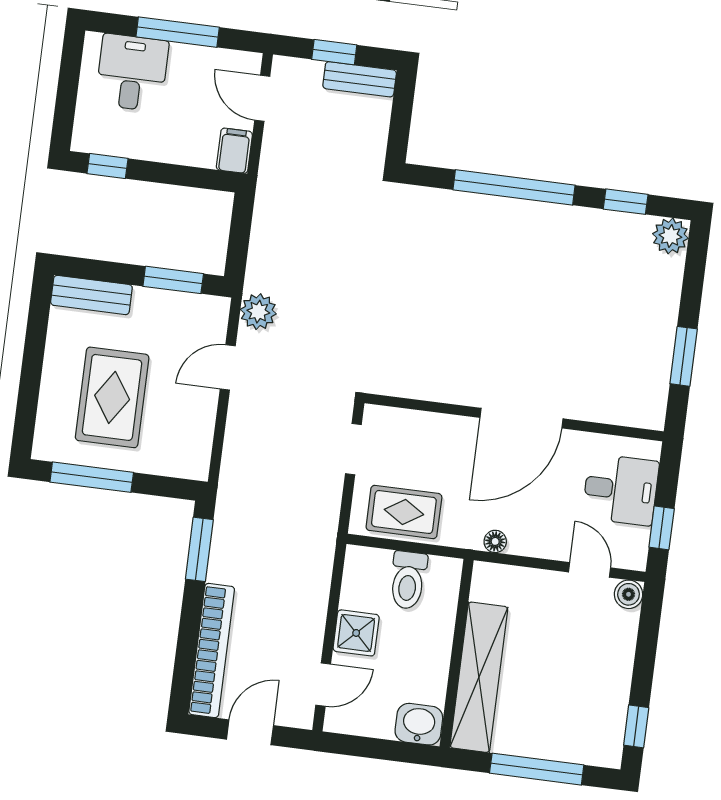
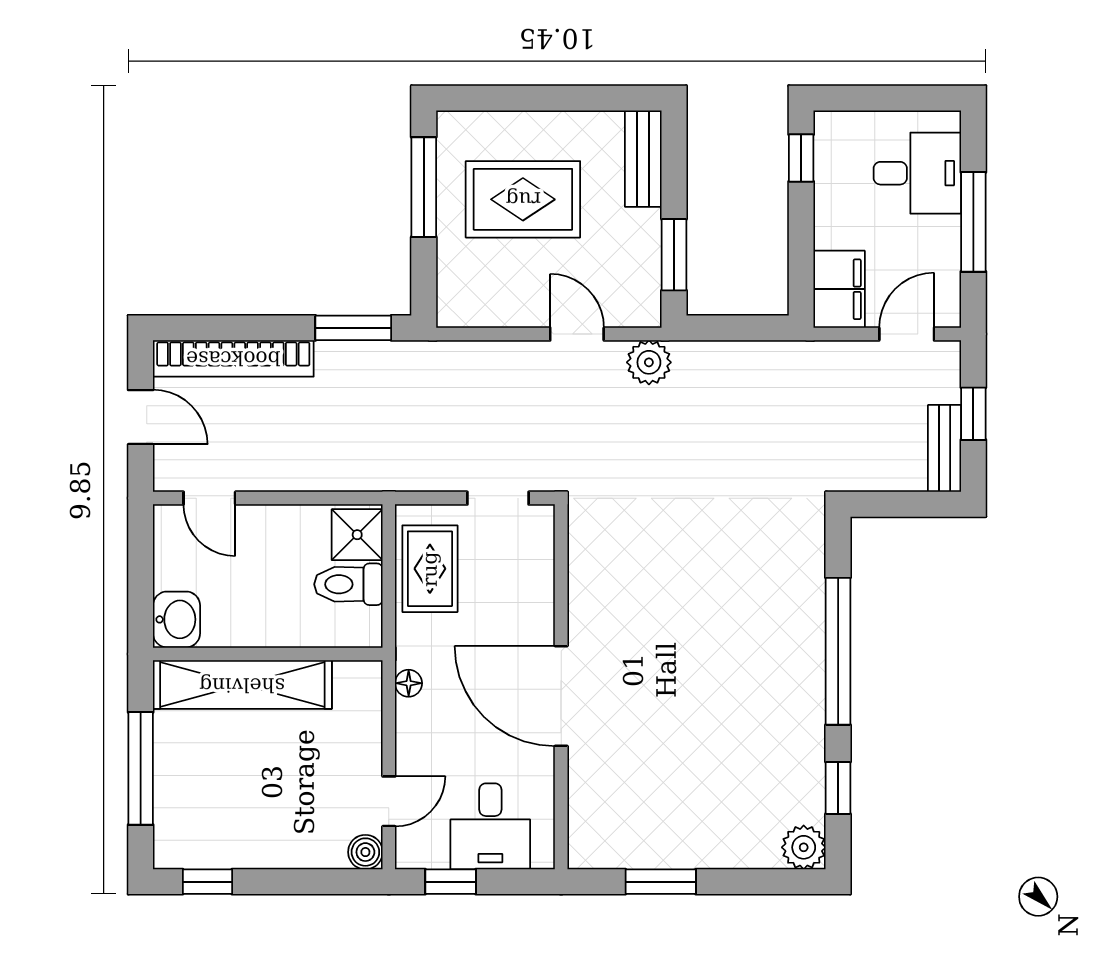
filing cabinet: (234, 151) -> (839, 289), width x2.00
shower: (356, 633) -> (357, 535), moved

